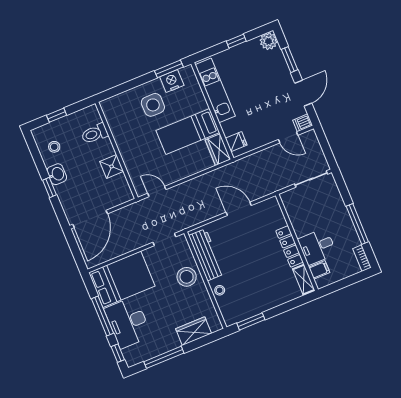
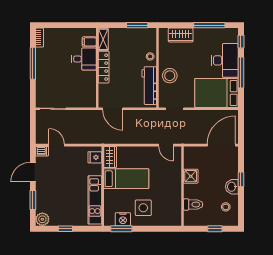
wall: (297, 242) -> (97, 68), moved
locker: (290, 246) -> (104, 67), moved
desk: (317, 247) -> (84, 59), moved
filing cabinet: (319, 270) -> (89, 42), moved
shelving: (304, 280) -> (103, 39), moved

